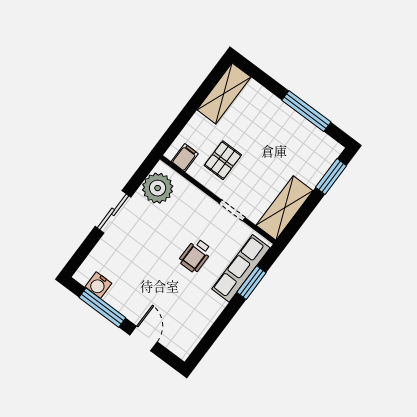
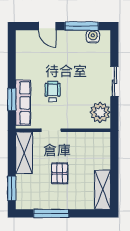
filing cabinet: (185, 158) -> (98, 140), removed
pallet: (223, 160) -> (60, 173), moved

